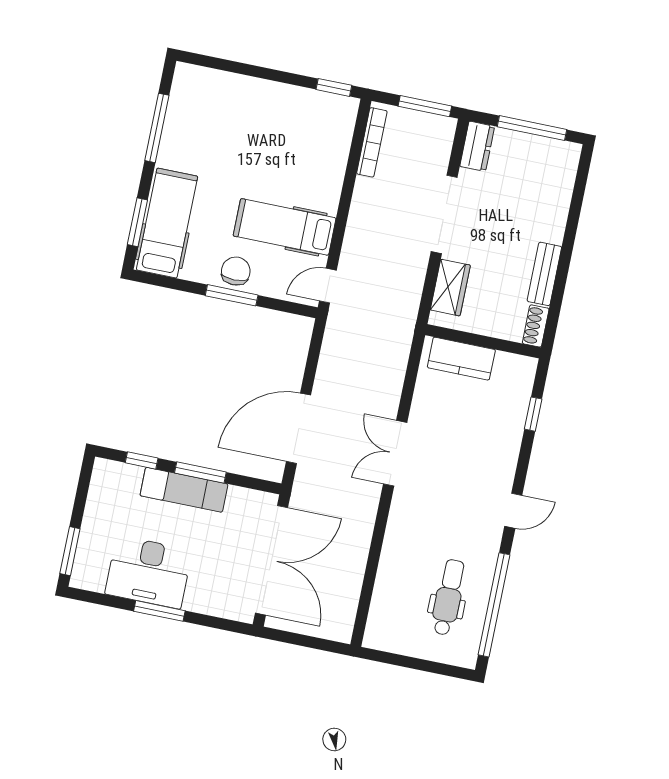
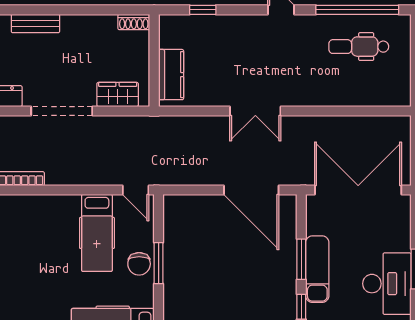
chair: (236, 271) -> (139, 264), turned -90
bench: (544, 274) -> (35, 23), moved

